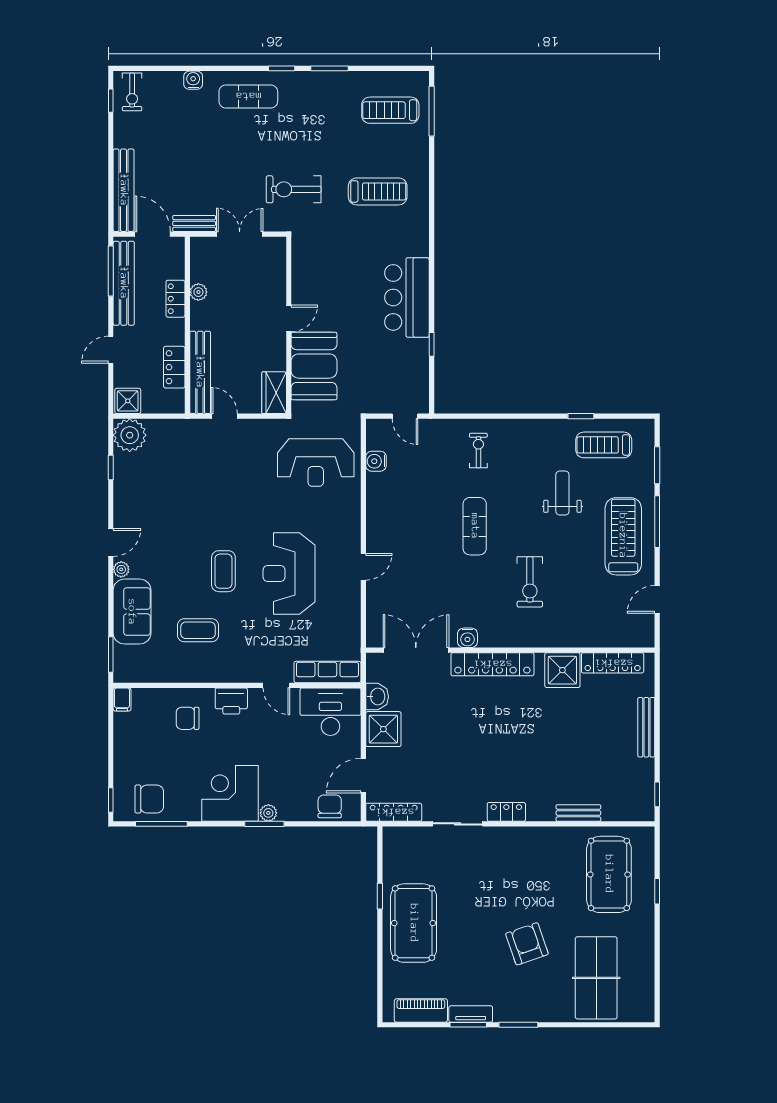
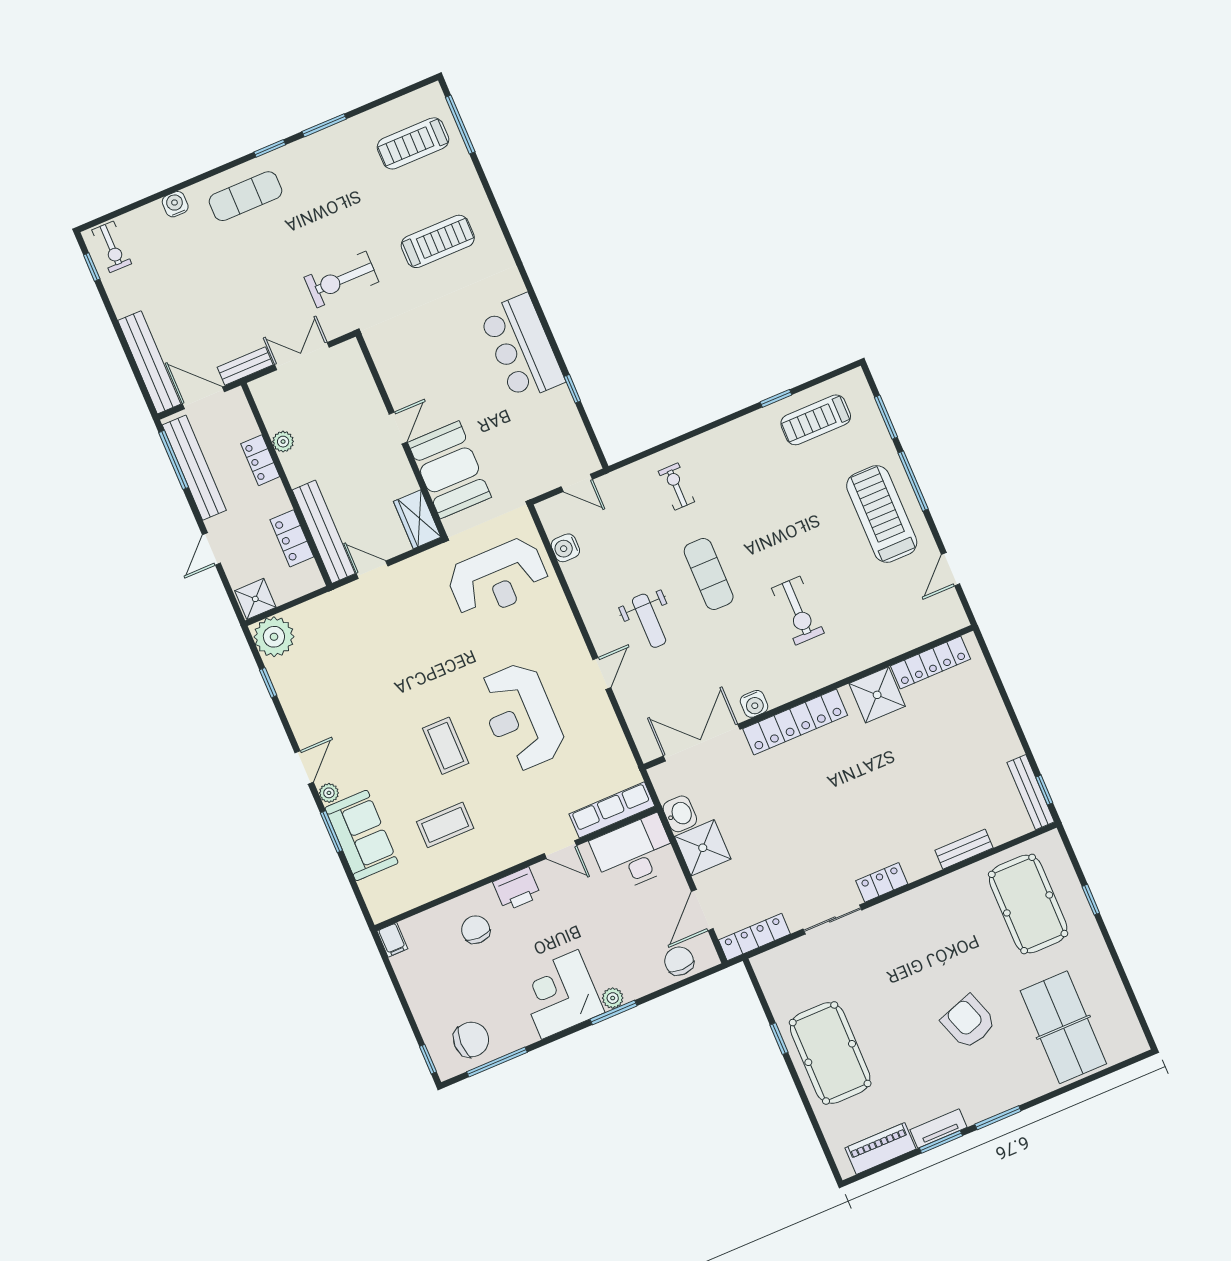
weight bench: (562, 493) -> (649, 621), moved, turned 180
window: (111, 654) -> (331, 832), moved
chair: (188, 718) -> (476, 930), turned 90
bench: (646, 727) -> (1031, 792), moved

